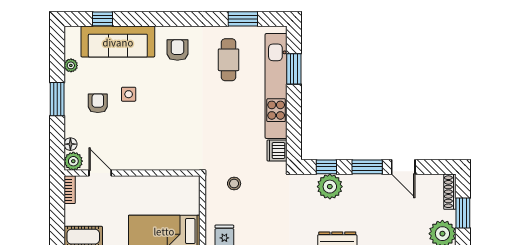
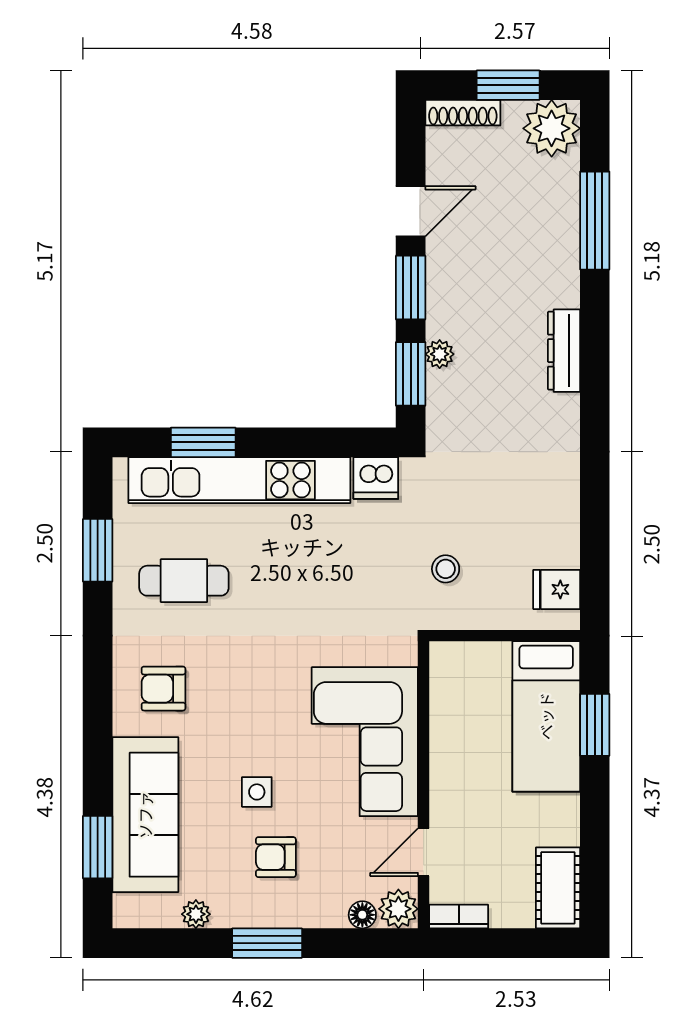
window: (102, 19) -> (98, 847), width x1.50
corner sofa: (152, 145) -> (365, 742), added
window: (326, 167) -> (411, 374), width x1.50
plant: (330, 187) -> (440, 354), width x0.53, depth x0.53

